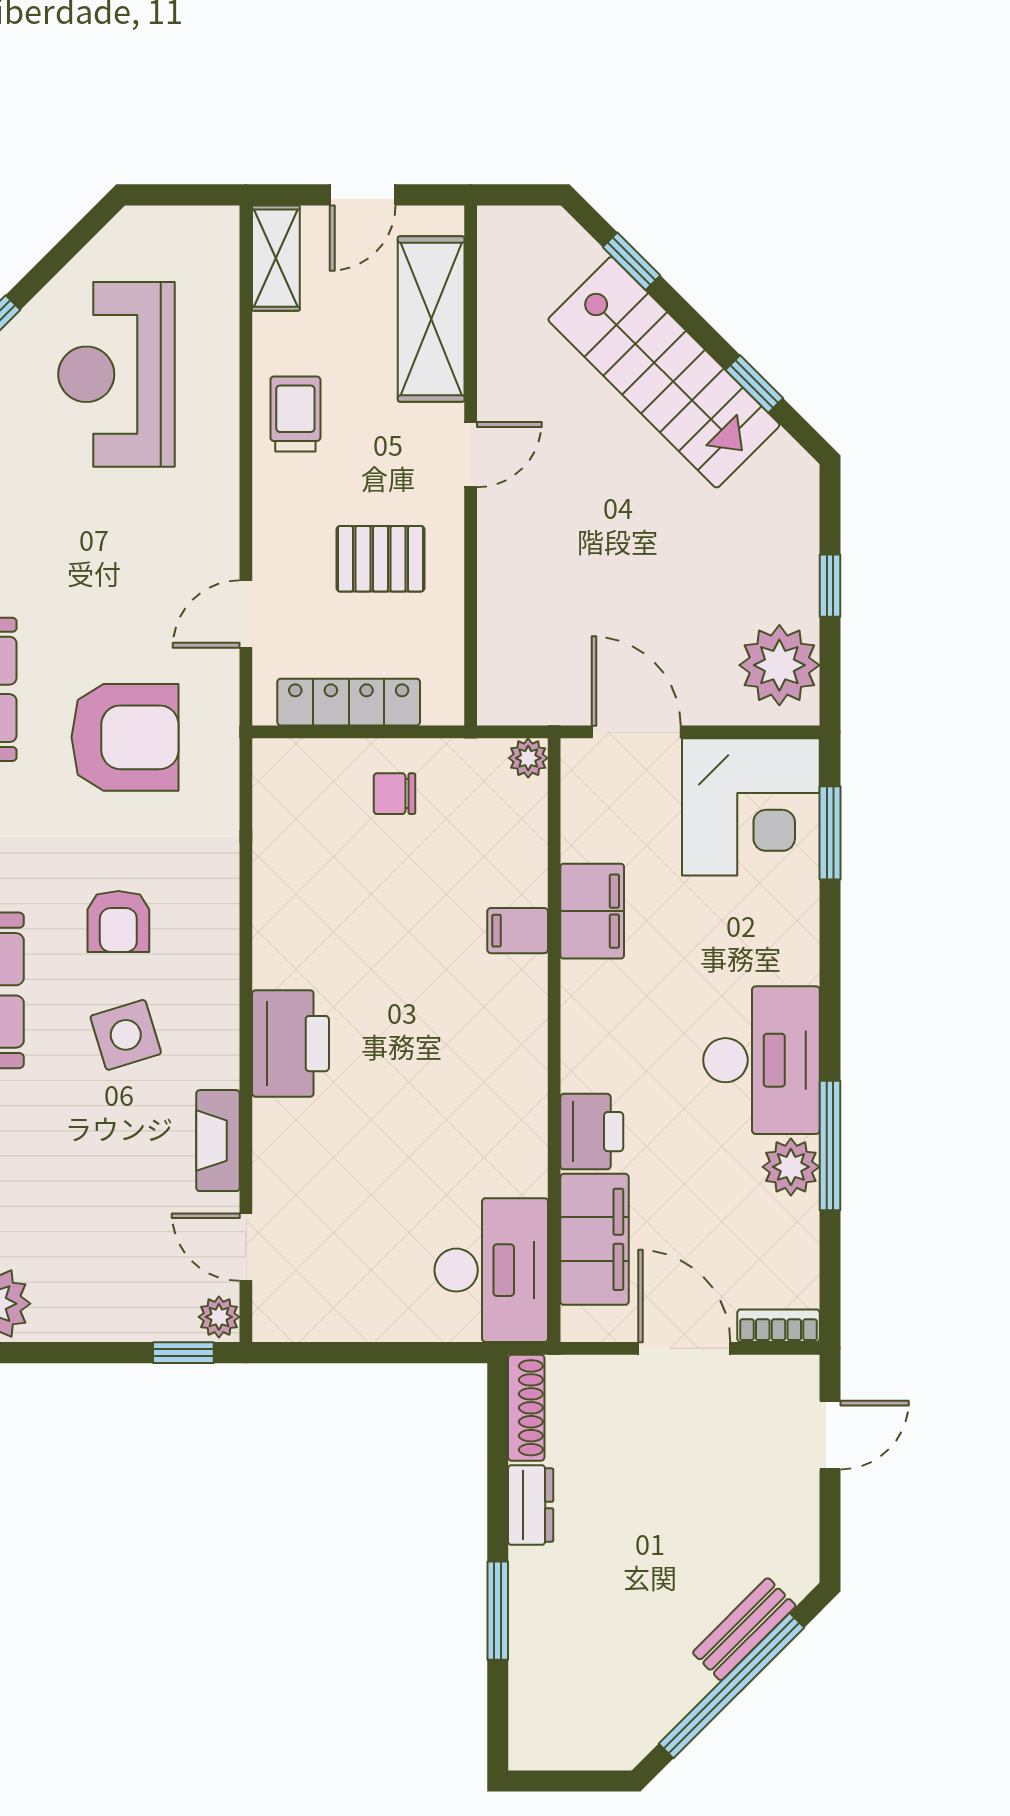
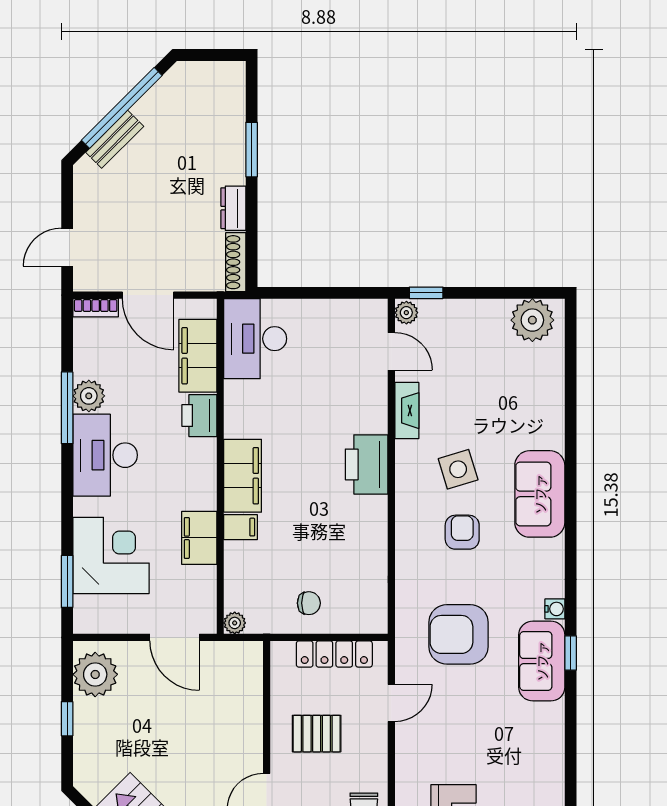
corner desk: (751, 807) -> (111, 555), moved, turned 90
filing cabinet: (514, 1023) -> (243, 476), added

